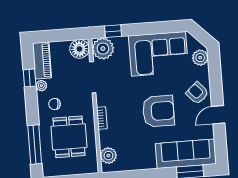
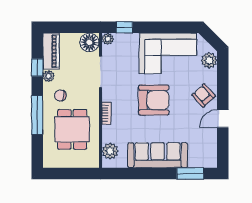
plant: (103, 49) -> (108, 39), width x0.53, depth x0.53
armchair: (158, 111) -> (154, 100), moved
window: (35, 145) -> (37, 115), moved
sofa: (186, 154) -> (158, 155), moved

